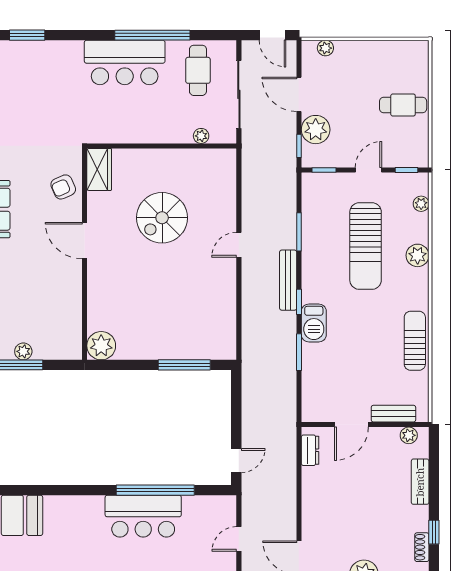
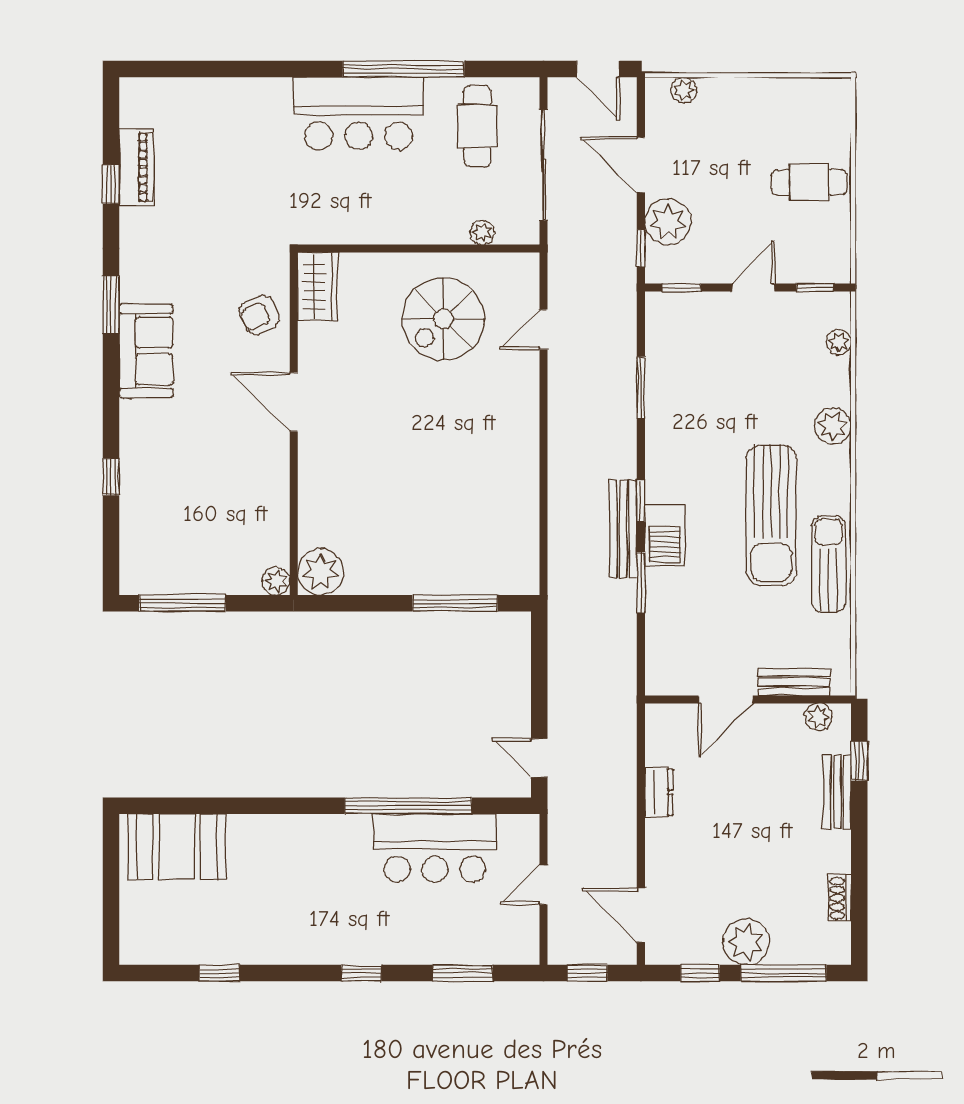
window: (27, 35) -> (201, 69), removed
spiral stairs: (162, 218) -> (444, 319), moved
door: (239, 245) -> (544, 329), moved
sun lounger: (366, 246) -> (771, 515), moved
bench: (288, 280) -> (623, 529), moved
plant: (23, 351) -> (276, 581), moved
dresser: (310, 450) -> (659, 792), moved
door: (236, 461) -> (539, 758), swing flipped
bar counter: (143, 516) -> (435, 848), moved
window: (434, 532) -> (859, 761), moved

